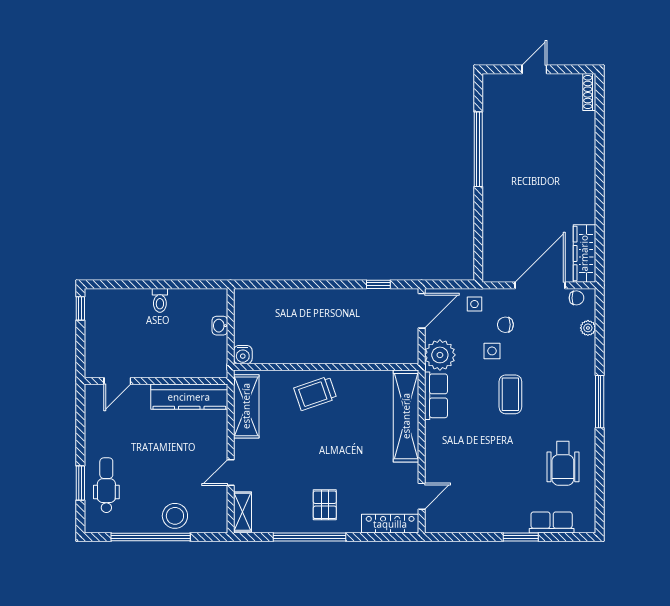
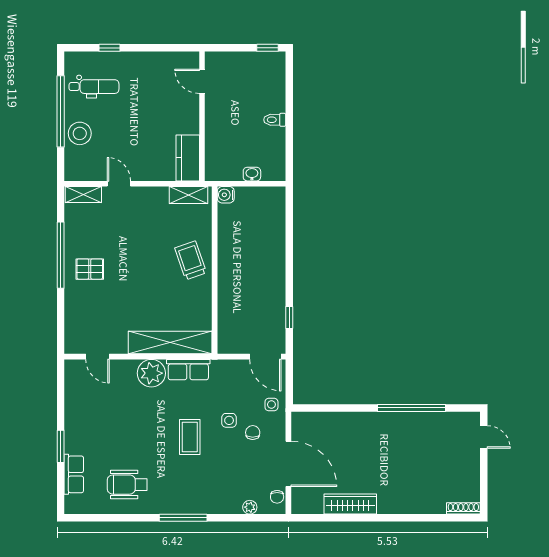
door: (534, 69) -> (484, 437), moved
wardrobe: (584, 253) -> (350, 504), moved
plant: (440, 355) -> (151, 373), moved
coffee table: (510, 394) -> (190, 437), turned 90
kitchen counter: (189, 397) -> (188, 158), width x0.67
shelving: (246, 406) -> (188, 195), width x0.67, depth x0.75
window: (80, 483) -> (109, 48), width x0.67
dental chair: (106, 485) -> (94, 87), moved
locker: (390, 524) -> (73, 328), removed

